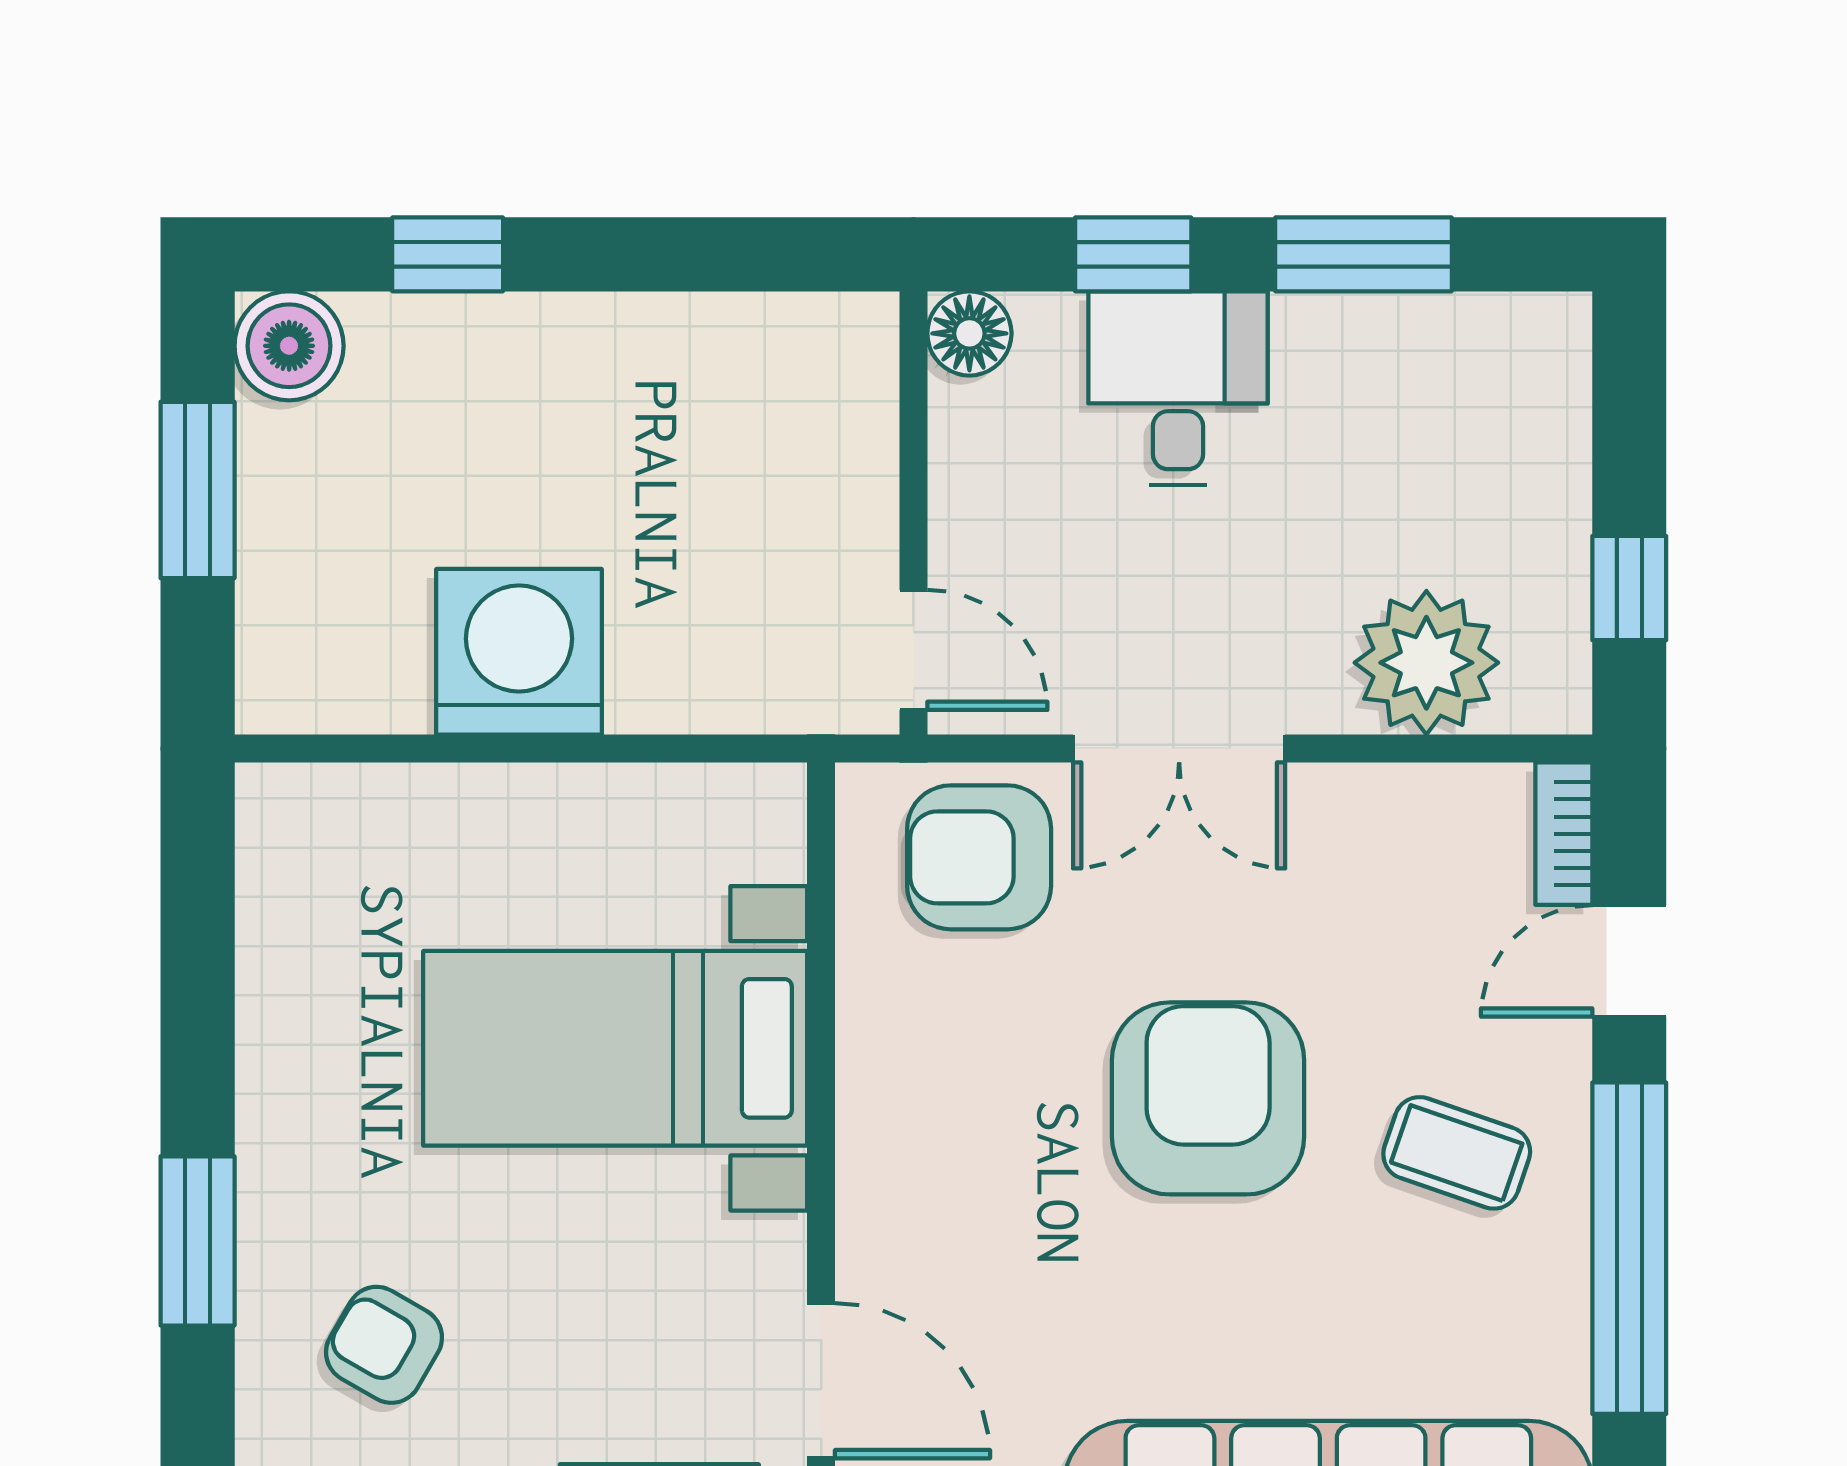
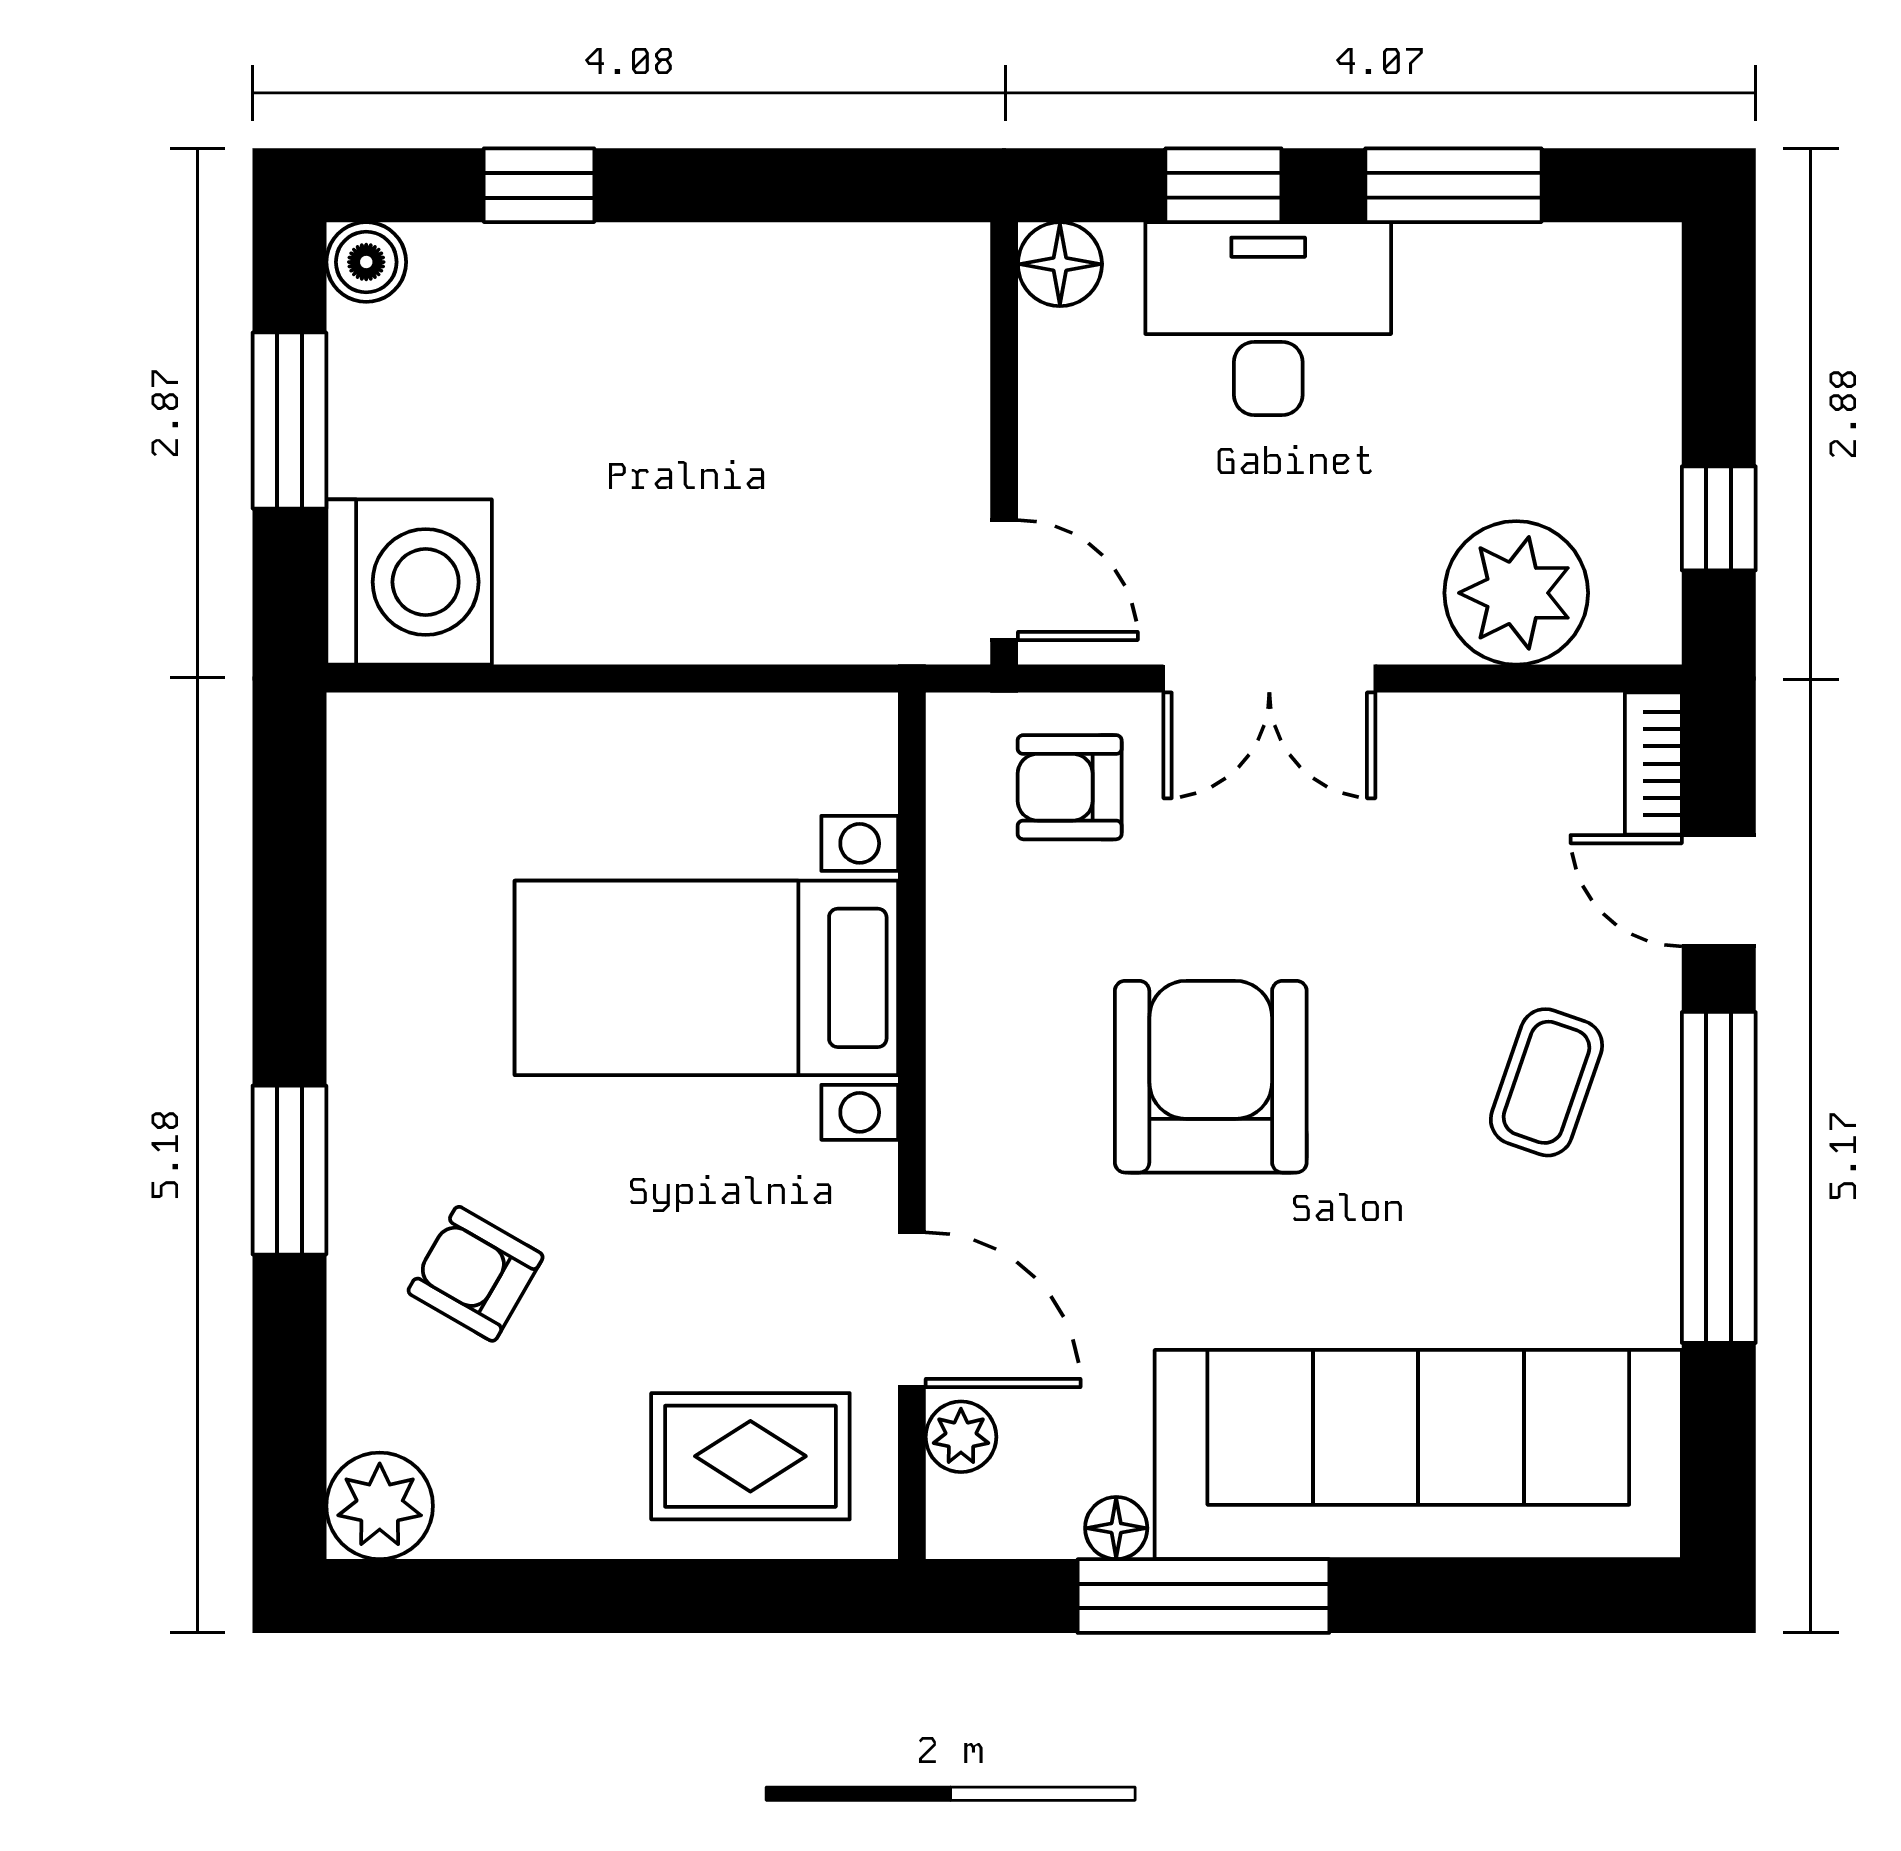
boiler: (289, 346) -> (366, 262), width x0.73, depth x0.73
desk: (1178, 388) -> (1268, 319), width x1.37
washing machine: (519, 652) -> (409, 582), moved, turned 90
armchair: (979, 857) -> (1070, 787), width x0.72, depth x0.72
door: (1629, 961) -> (1719, 891), hinge flipped
armchair: (1208, 1098) -> (1211, 1077), moved
coffee table: (1457, 1153) -> (1546, 1082), turned 90

